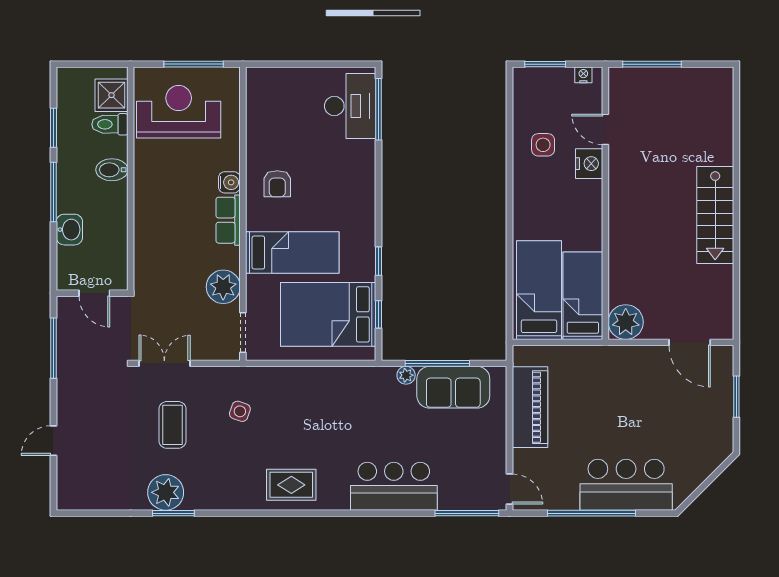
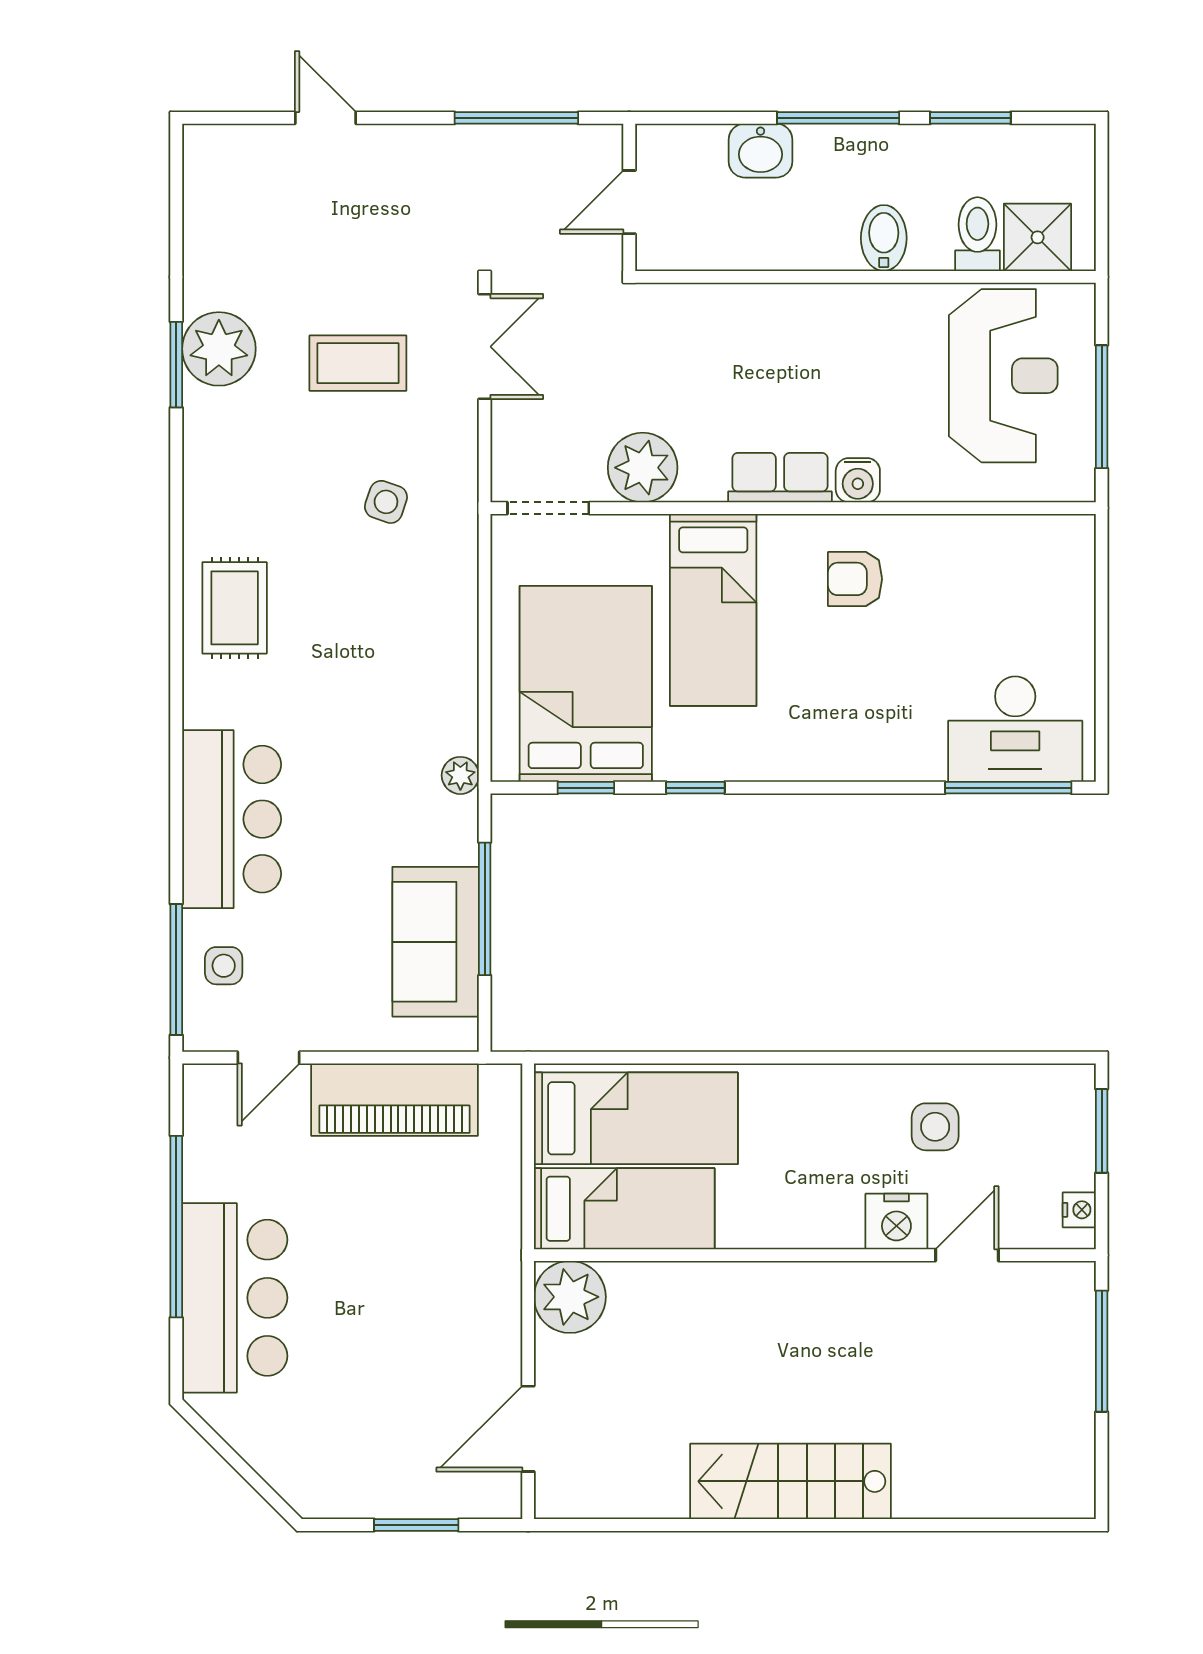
plant: (406, 375) -> (460, 775), moved
door: (510, 489) -> (269, 1058), moved
side table: (465, 490) -> (224, 966), added

